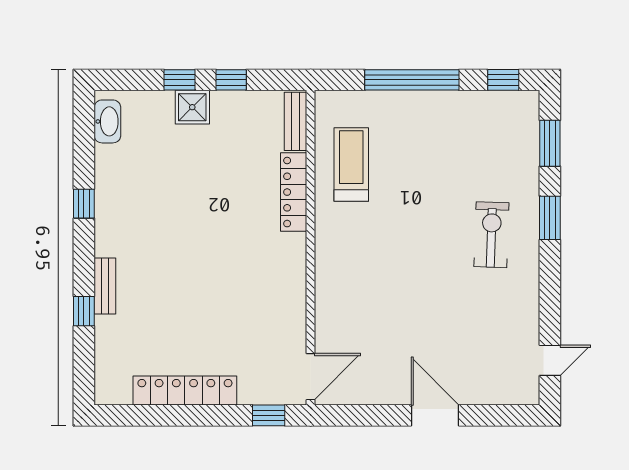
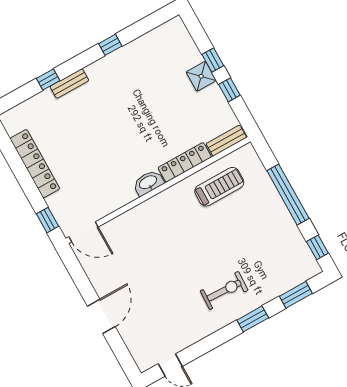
washbasin: (107, 121) -> (148, 183), moved, turned 180

